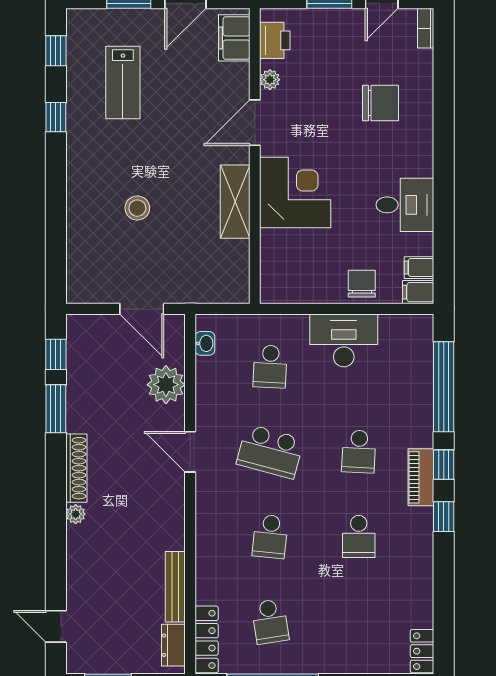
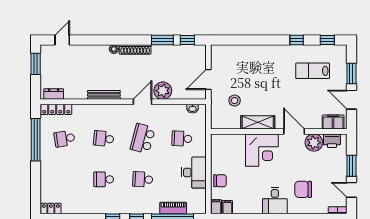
plant: (270, 80) -> (314, 143), width x1.87, depth x1.87
chair: (380, 103) -> (303, 189), turned 90
desk: (405, 205) -> (275, 201), moved
stool: (137, 208) -> (235, 101), moved
plant: (166, 385) -> (163, 91), moved
piano: (421, 477) -> (173, 208), moved
bench: (175, 587) -> (104, 95), moved

